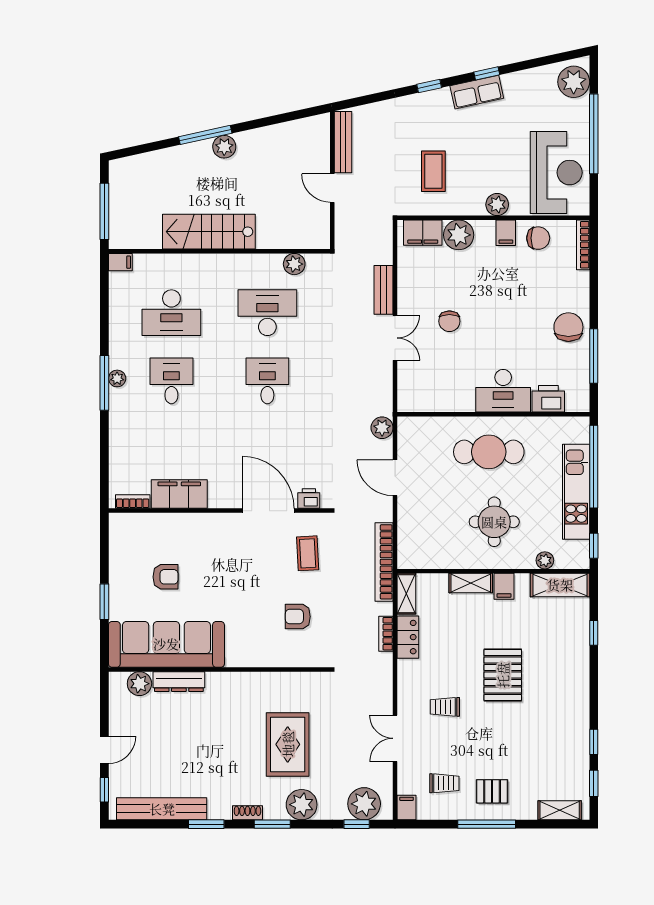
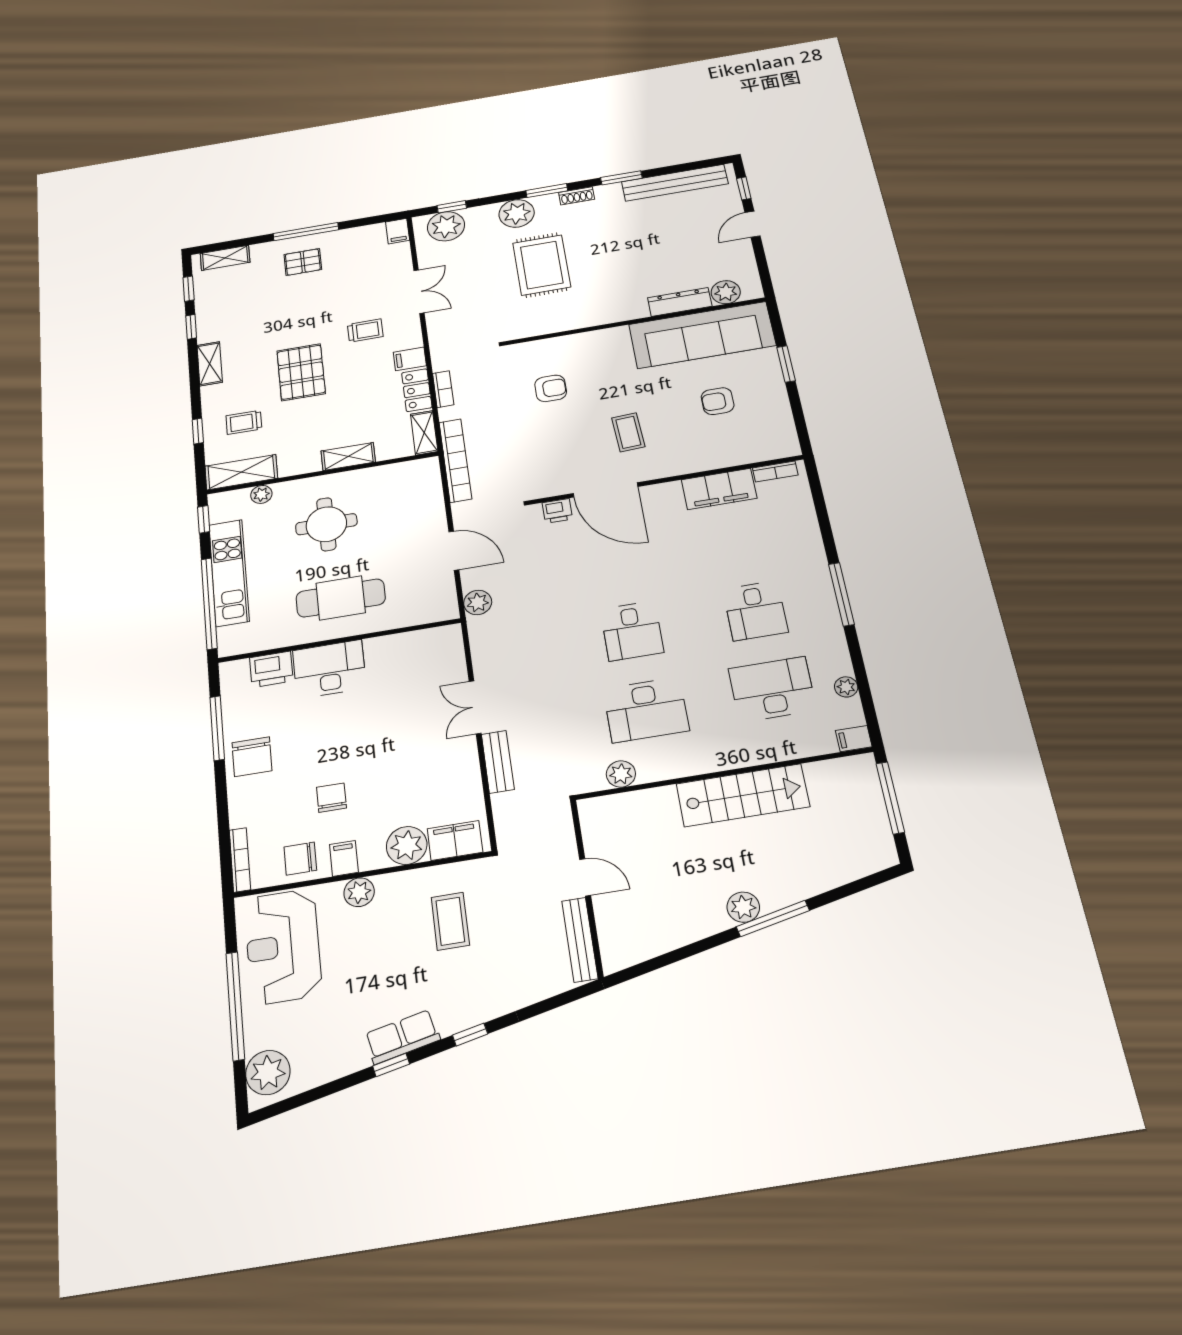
chair: (449, 321) -> (331, 798), moved
plant: (117, 378) -> (846, 687), moved
coffee table: (308, 553) -> (628, 432), moved
filing cabinet: (504, 586) -> (410, 359), moved, turned -90
shelving: (580, 700) -> (210, 364), added
trolley: (444, 783) -> (244, 422), moved

